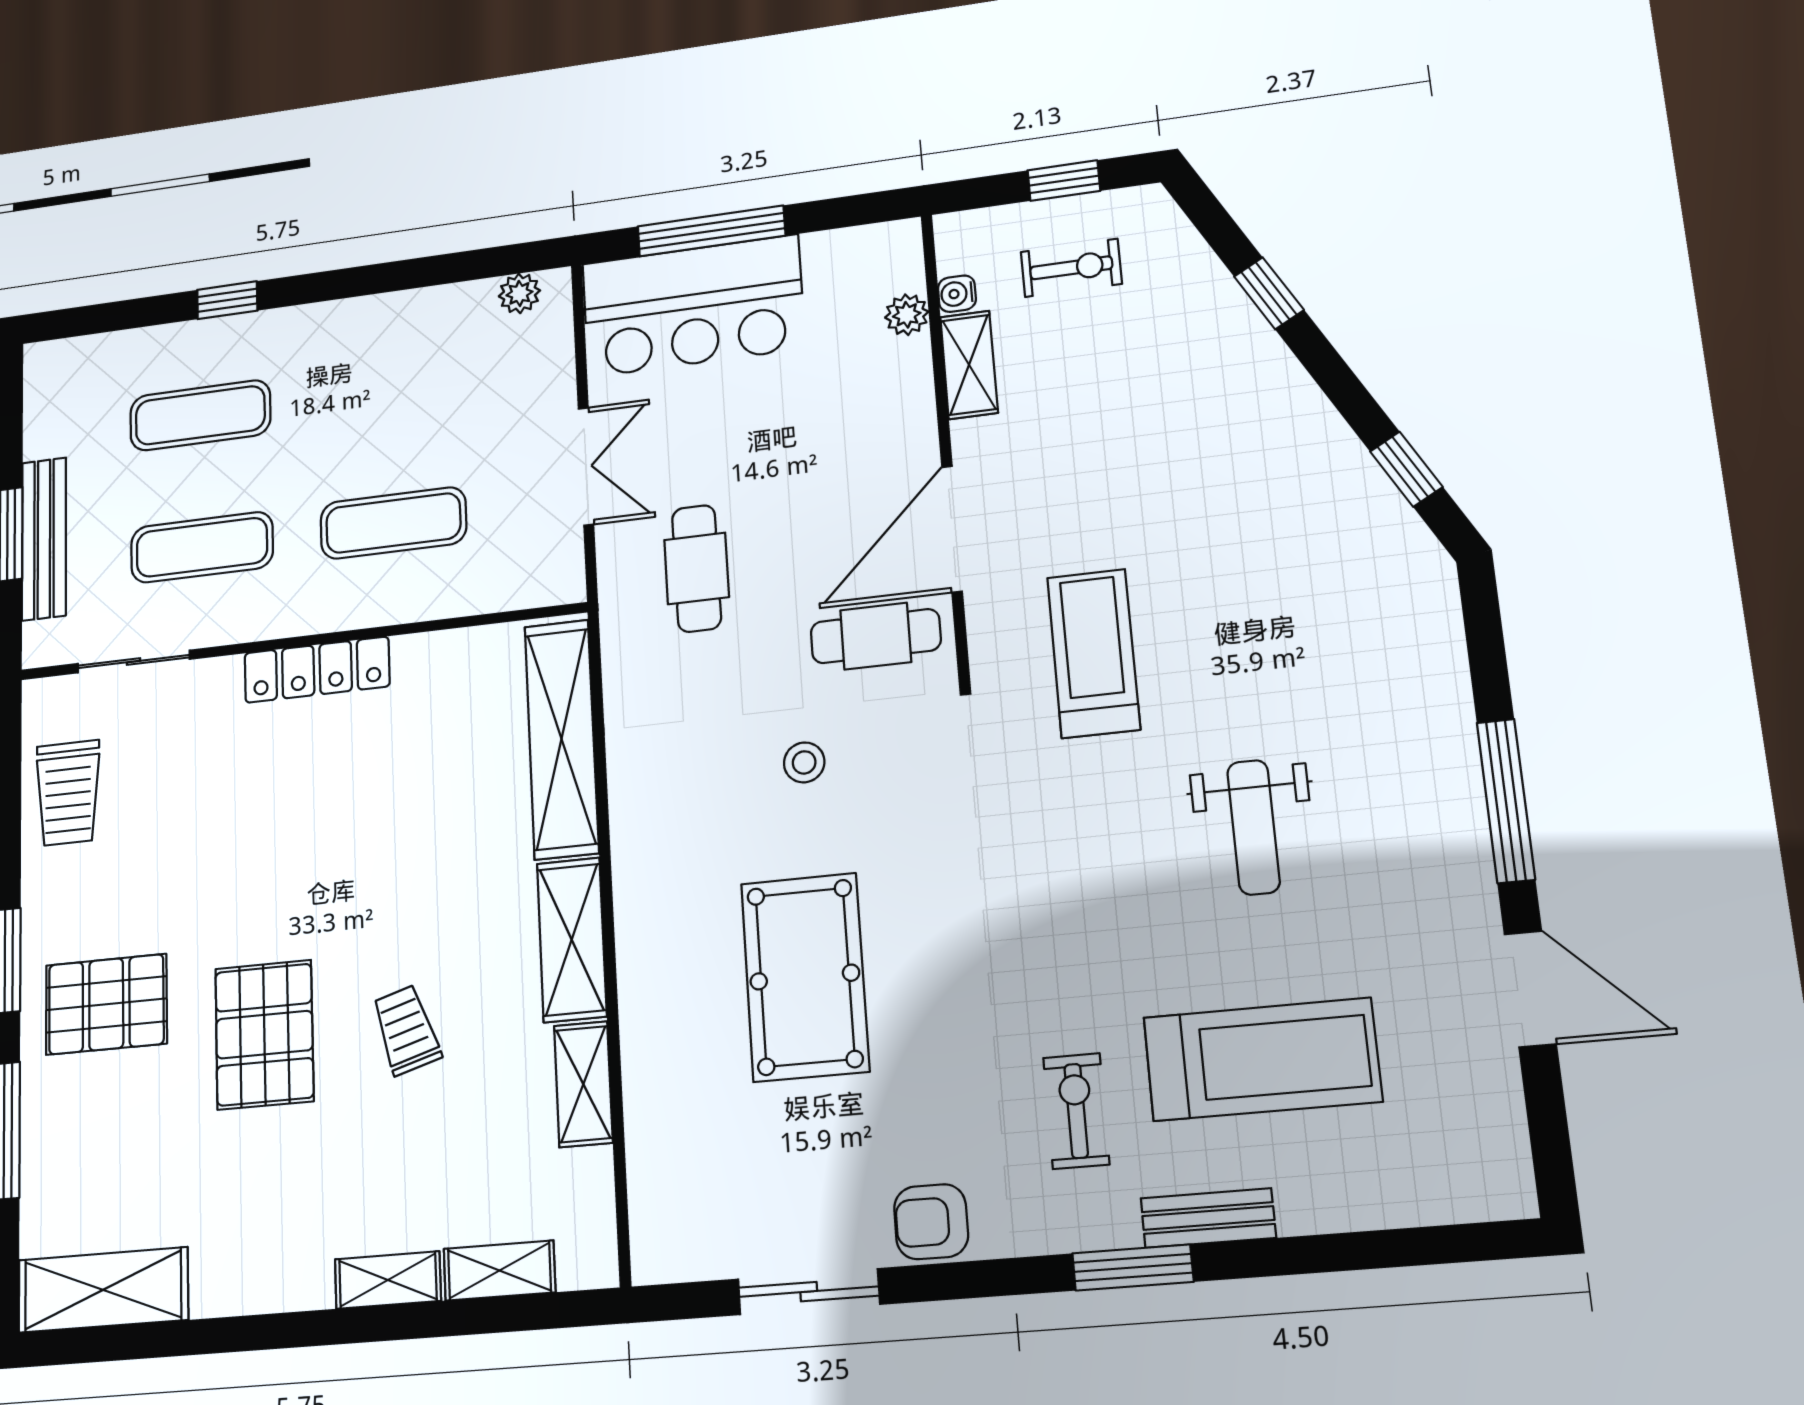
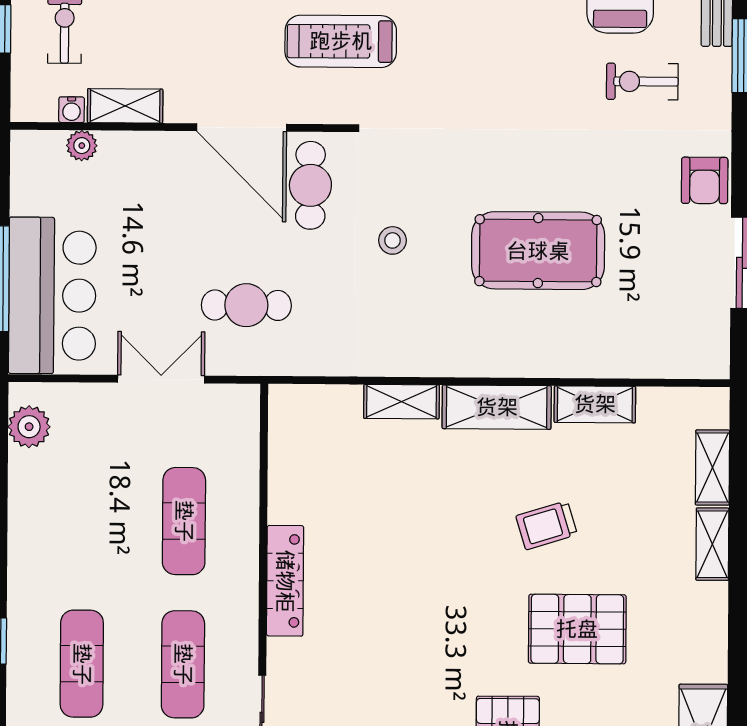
plant: (519, 293) -> (29, 427), width x1.38, depth x1.38
shelving: (561, 739) -> (401, 402), width x0.45, depth x0.75
pallet: (264, 1035) -> (577, 629), moved

